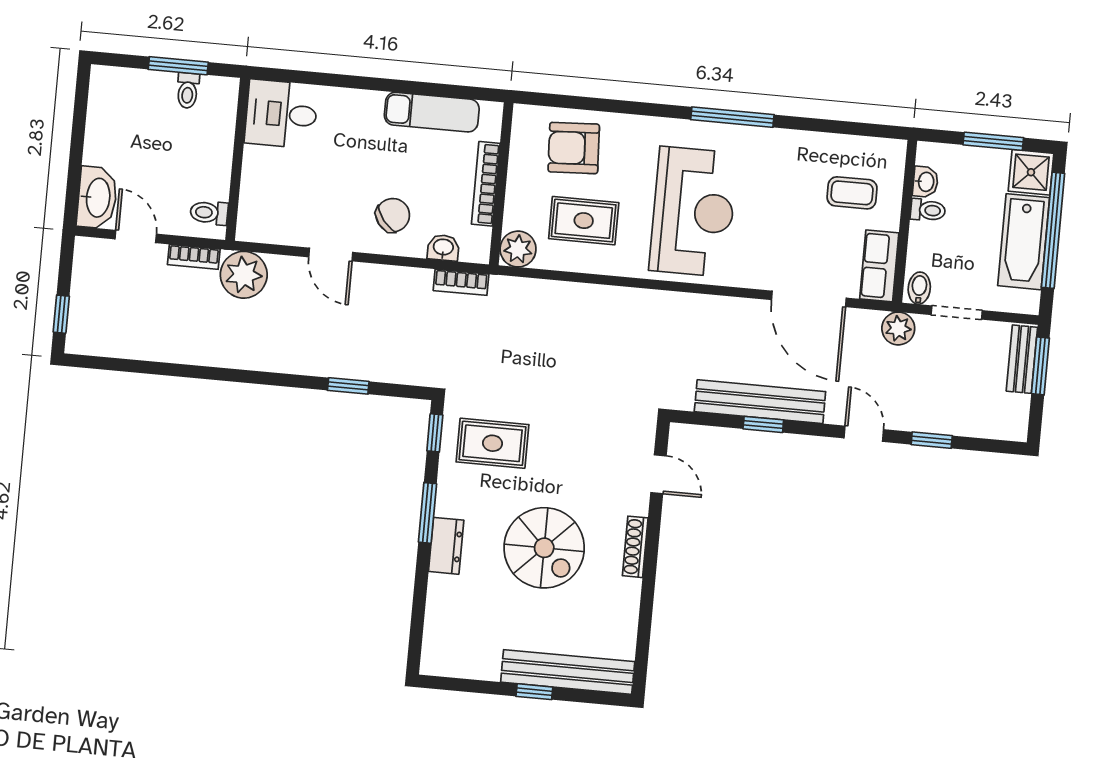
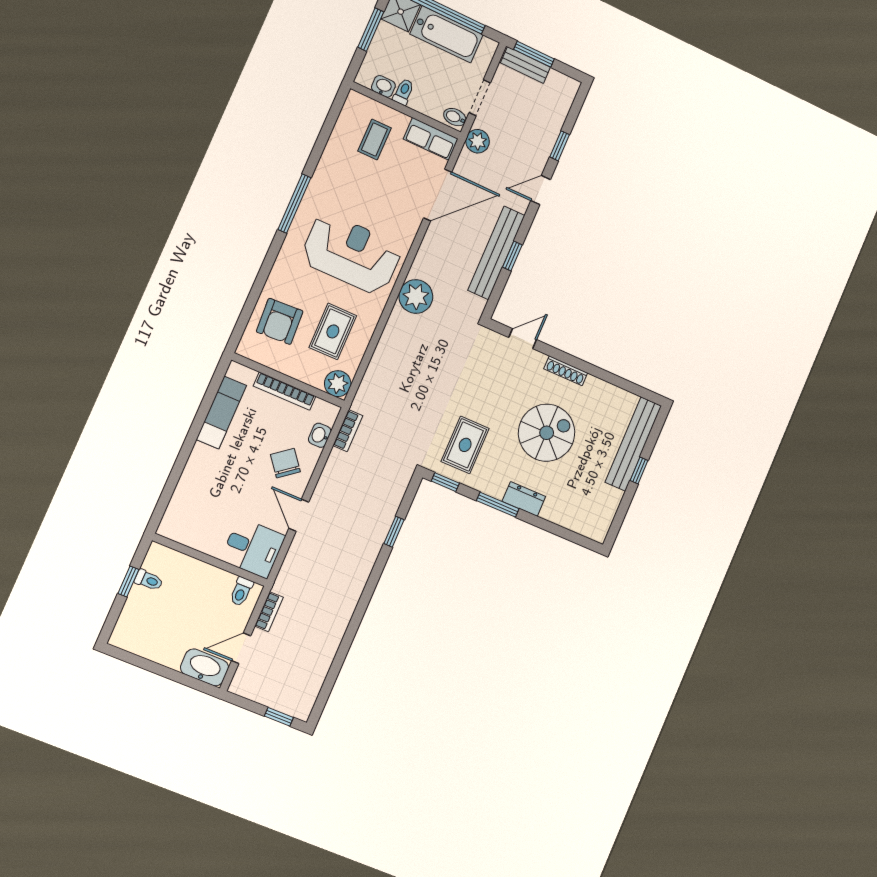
window: (178, 66) -> (128, 582), width x0.67
desk: (281, 114) -> (253, 548), moved, turned -90
door: (331, 255) -> (299, 515), swing flipped
plant: (244, 275) -> (416, 296), moved

